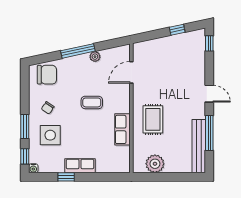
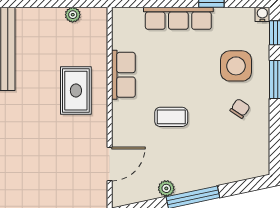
chair: (47, 75) -> (241, 160), removed
plant: (155, 164) -> (73, 15), width x0.53, depth x0.53
row of seats: (80, 166) -> (178, 18), width x1.48

